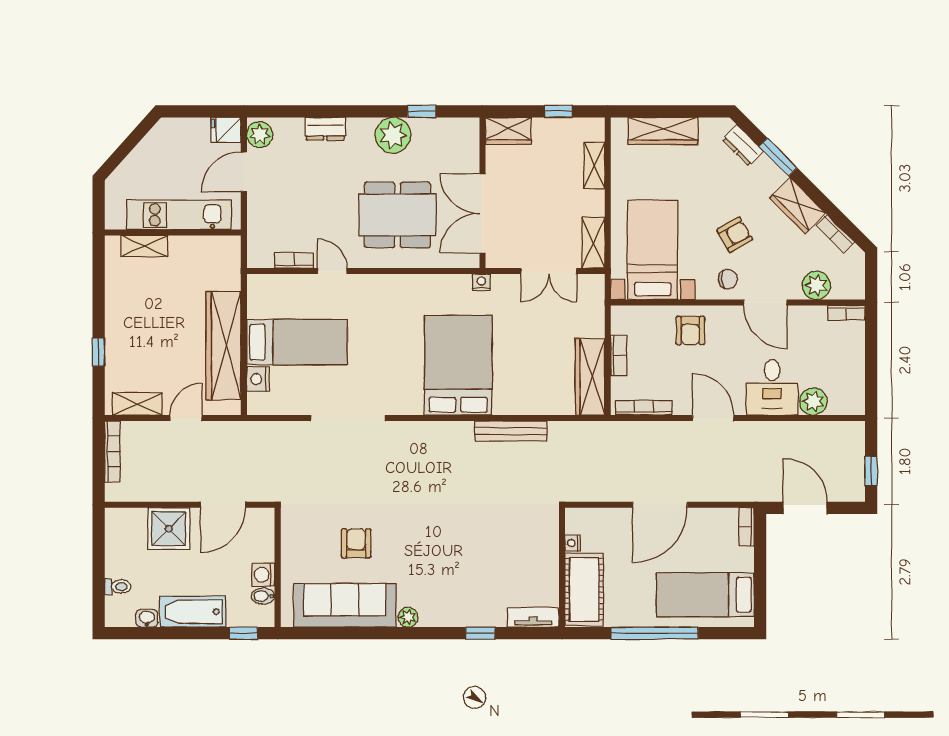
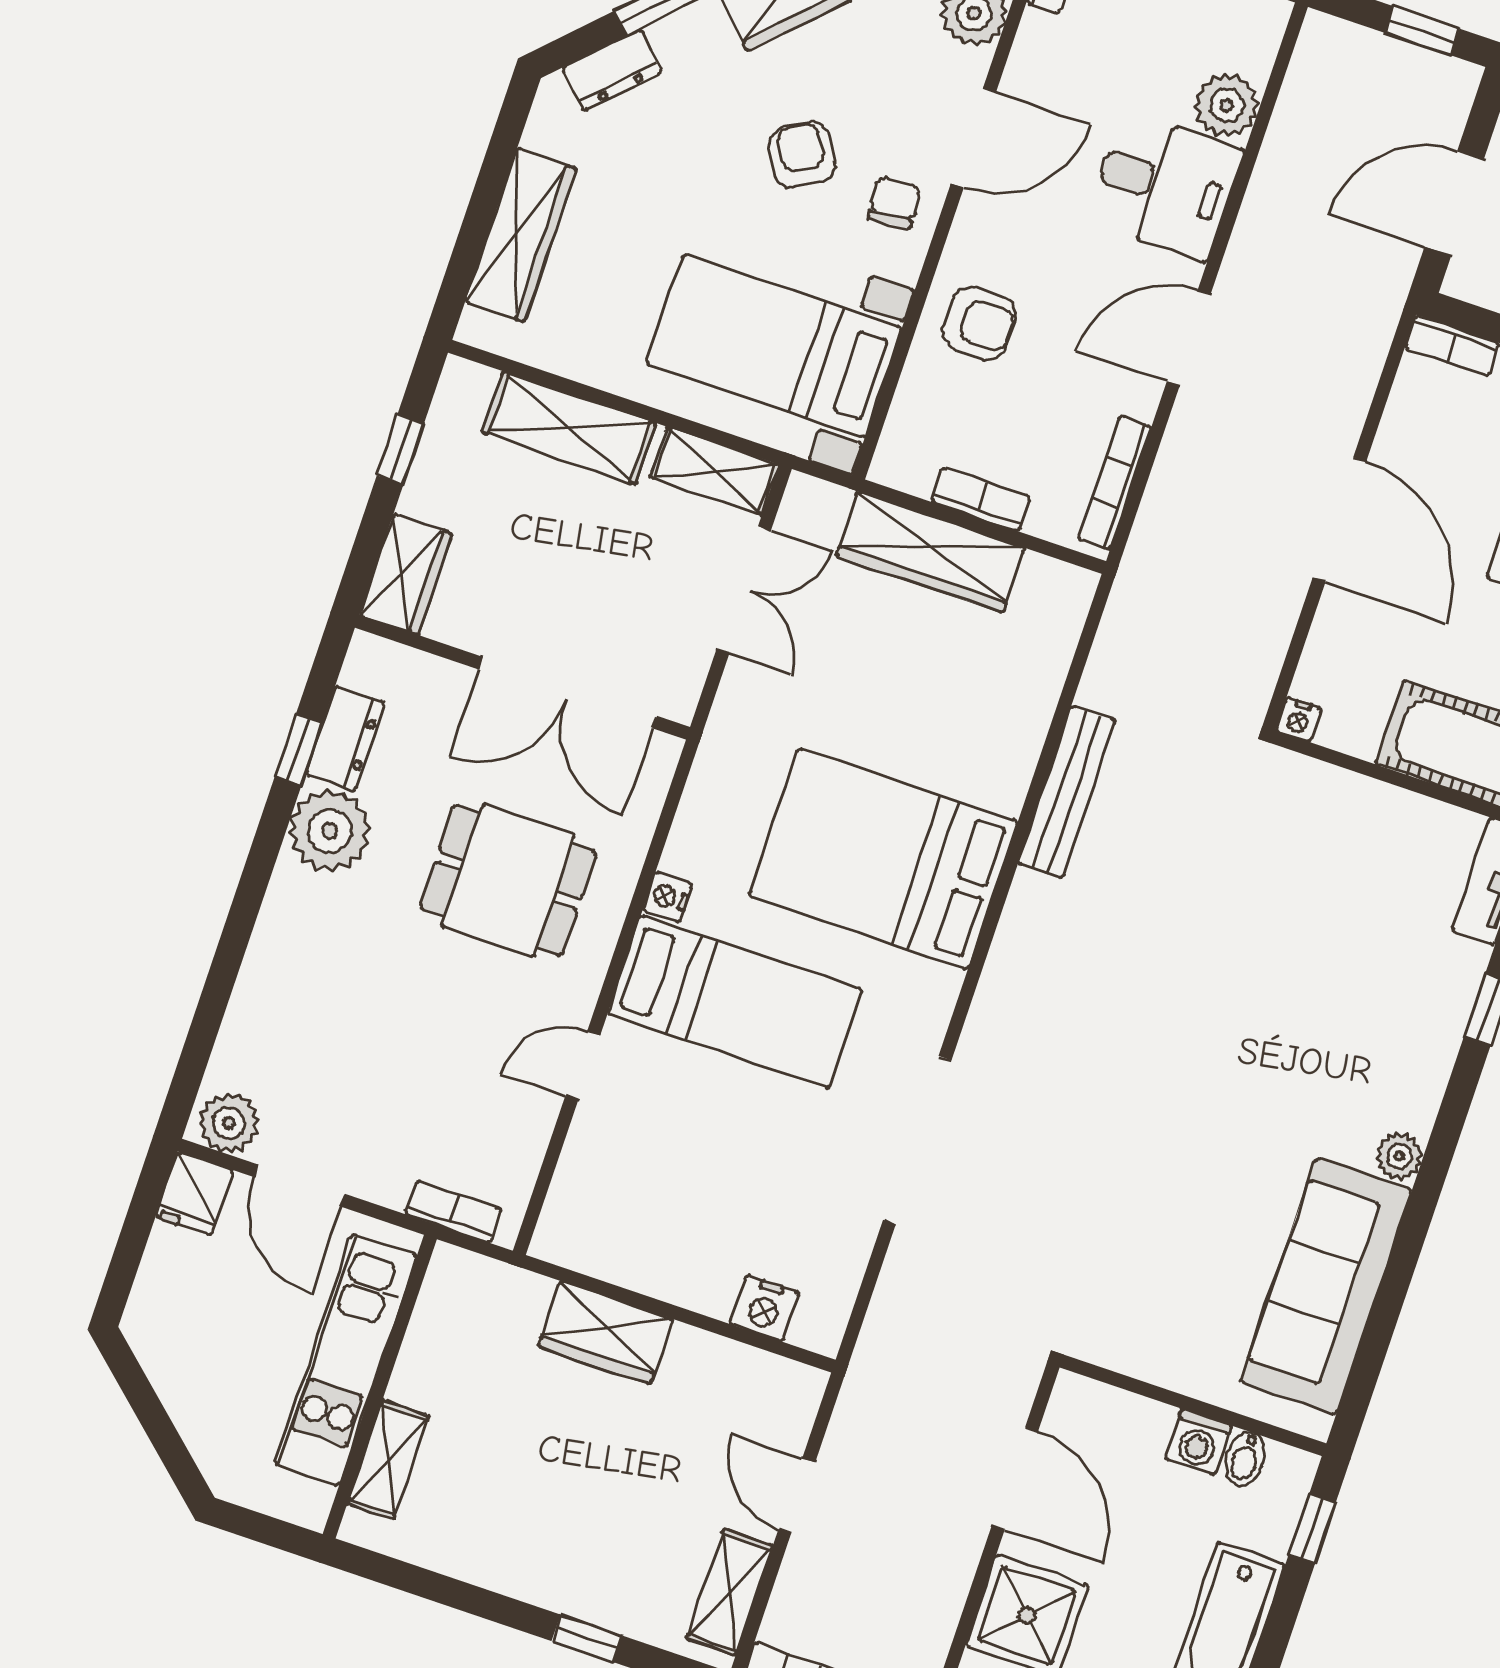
dresser: (325, 129) -> (345, 738), moved
shelving: (594, 166) -> (569, 428), width x1.50, depth x1.33
dining table: (397, 215) -> (508, 880), width x0.73
bookcase: (294, 260) -> (453, 1211), moved, turned 90
nightstand: (481, 282) -> (668, 897), moved
bed: (297, 342) -> (735, 1002), moved, turned 90
wardrobe: (224, 346) -> (605, 1333), width x0.48, depth x0.85
wardrobe: (590, 377) -> (930, 552), moved
armchair: (356, 543) -> (1198, 1215), removed
nightstand: (572, 543) -> (1299, 720), moved

